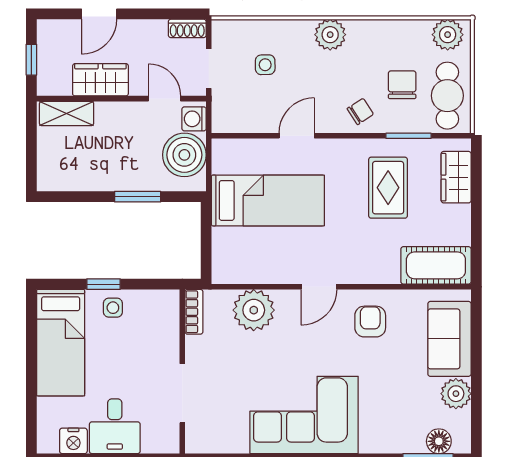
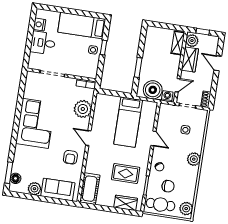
plant: (56, 82) -> (192, 41), added
armchair: (370, 322) -> (70, 157), turned 90

